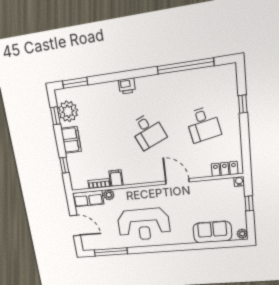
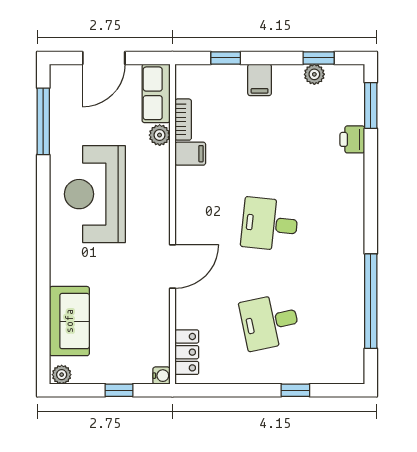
printer: (127, 86) -> (352, 139), moved
plant: (68, 111) -> (314, 74), width x0.53, depth x0.53
desk: (148, 131) -> (270, 224), turned 30
filing cabinet: (71, 140) -> (260, 80), width x0.50

